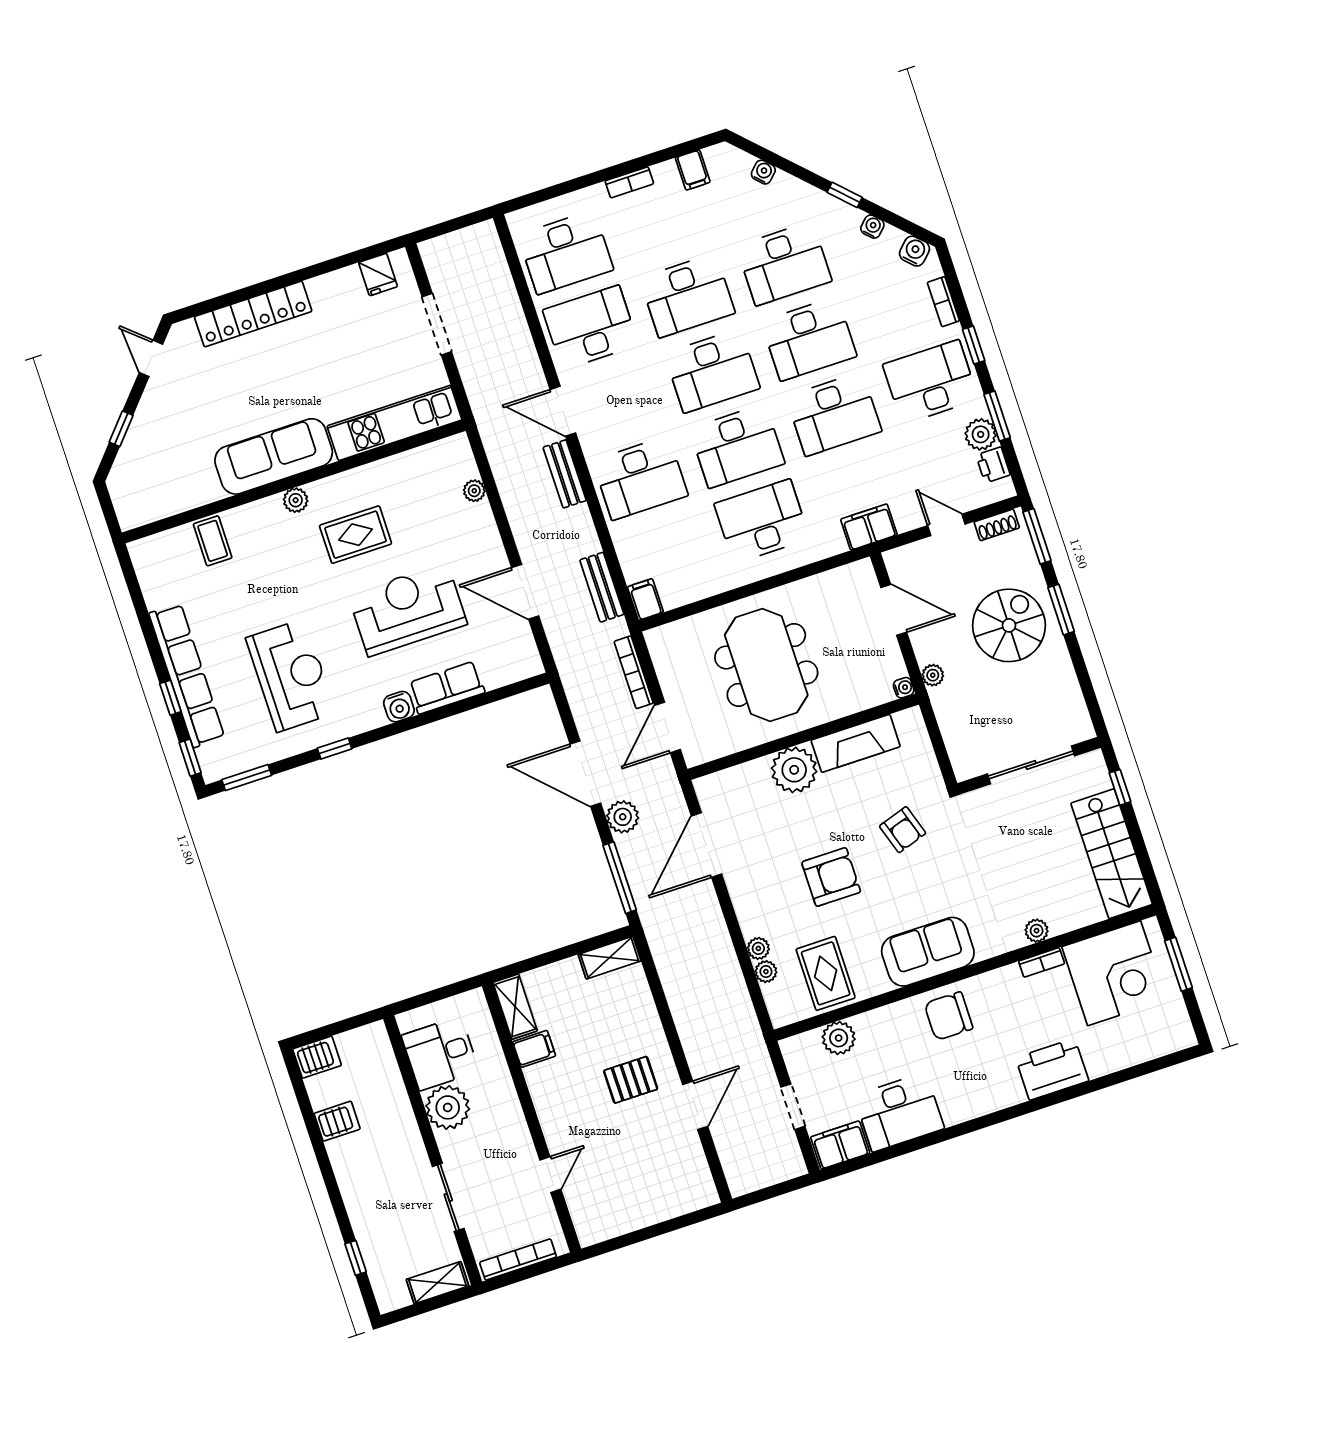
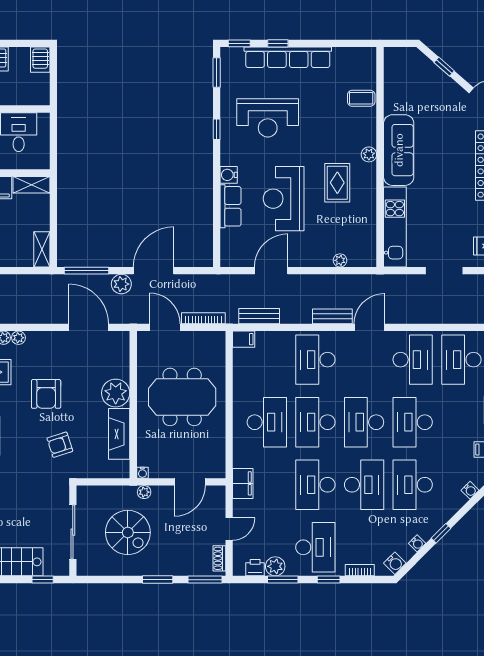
desk: (809, 339) -> (364, 485), turned 180
reception desk: (408, 609) -> (284, 199), turned 180
spiral stairs: (1009, 625) -> (128, 532), moved

